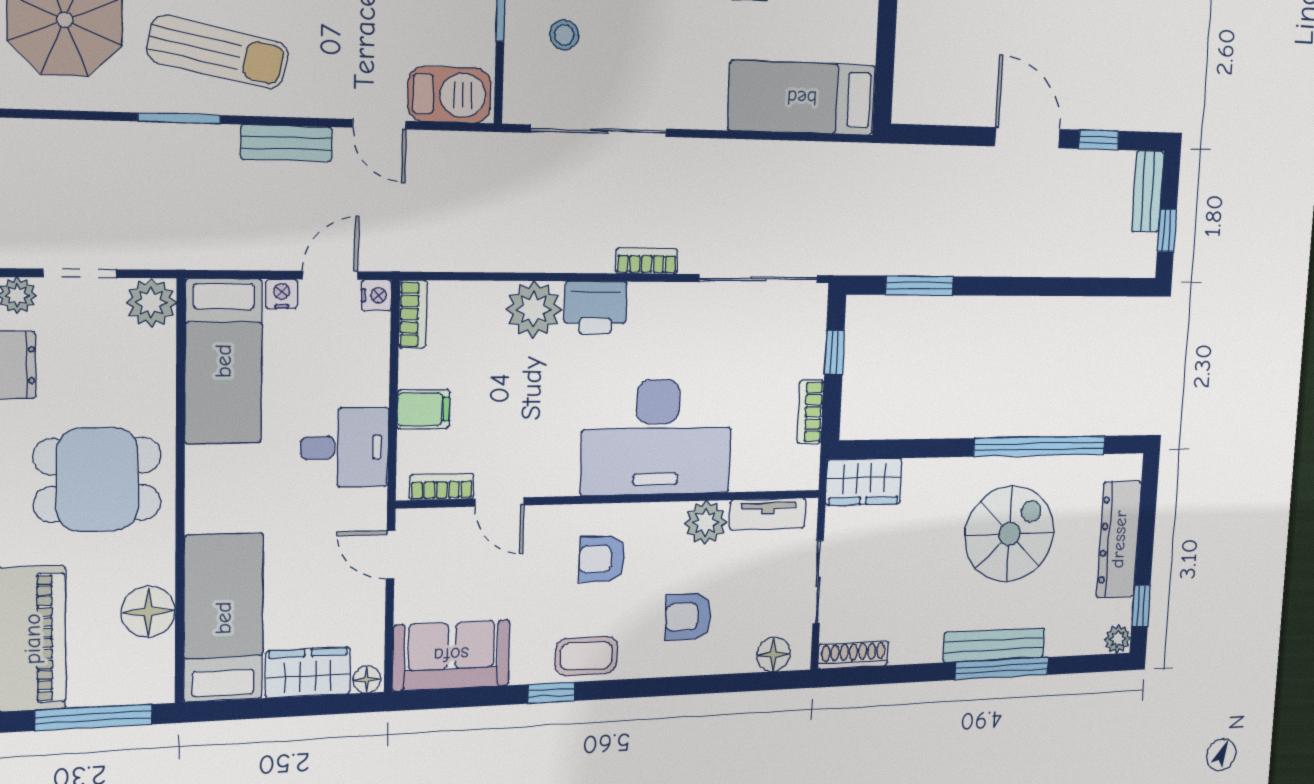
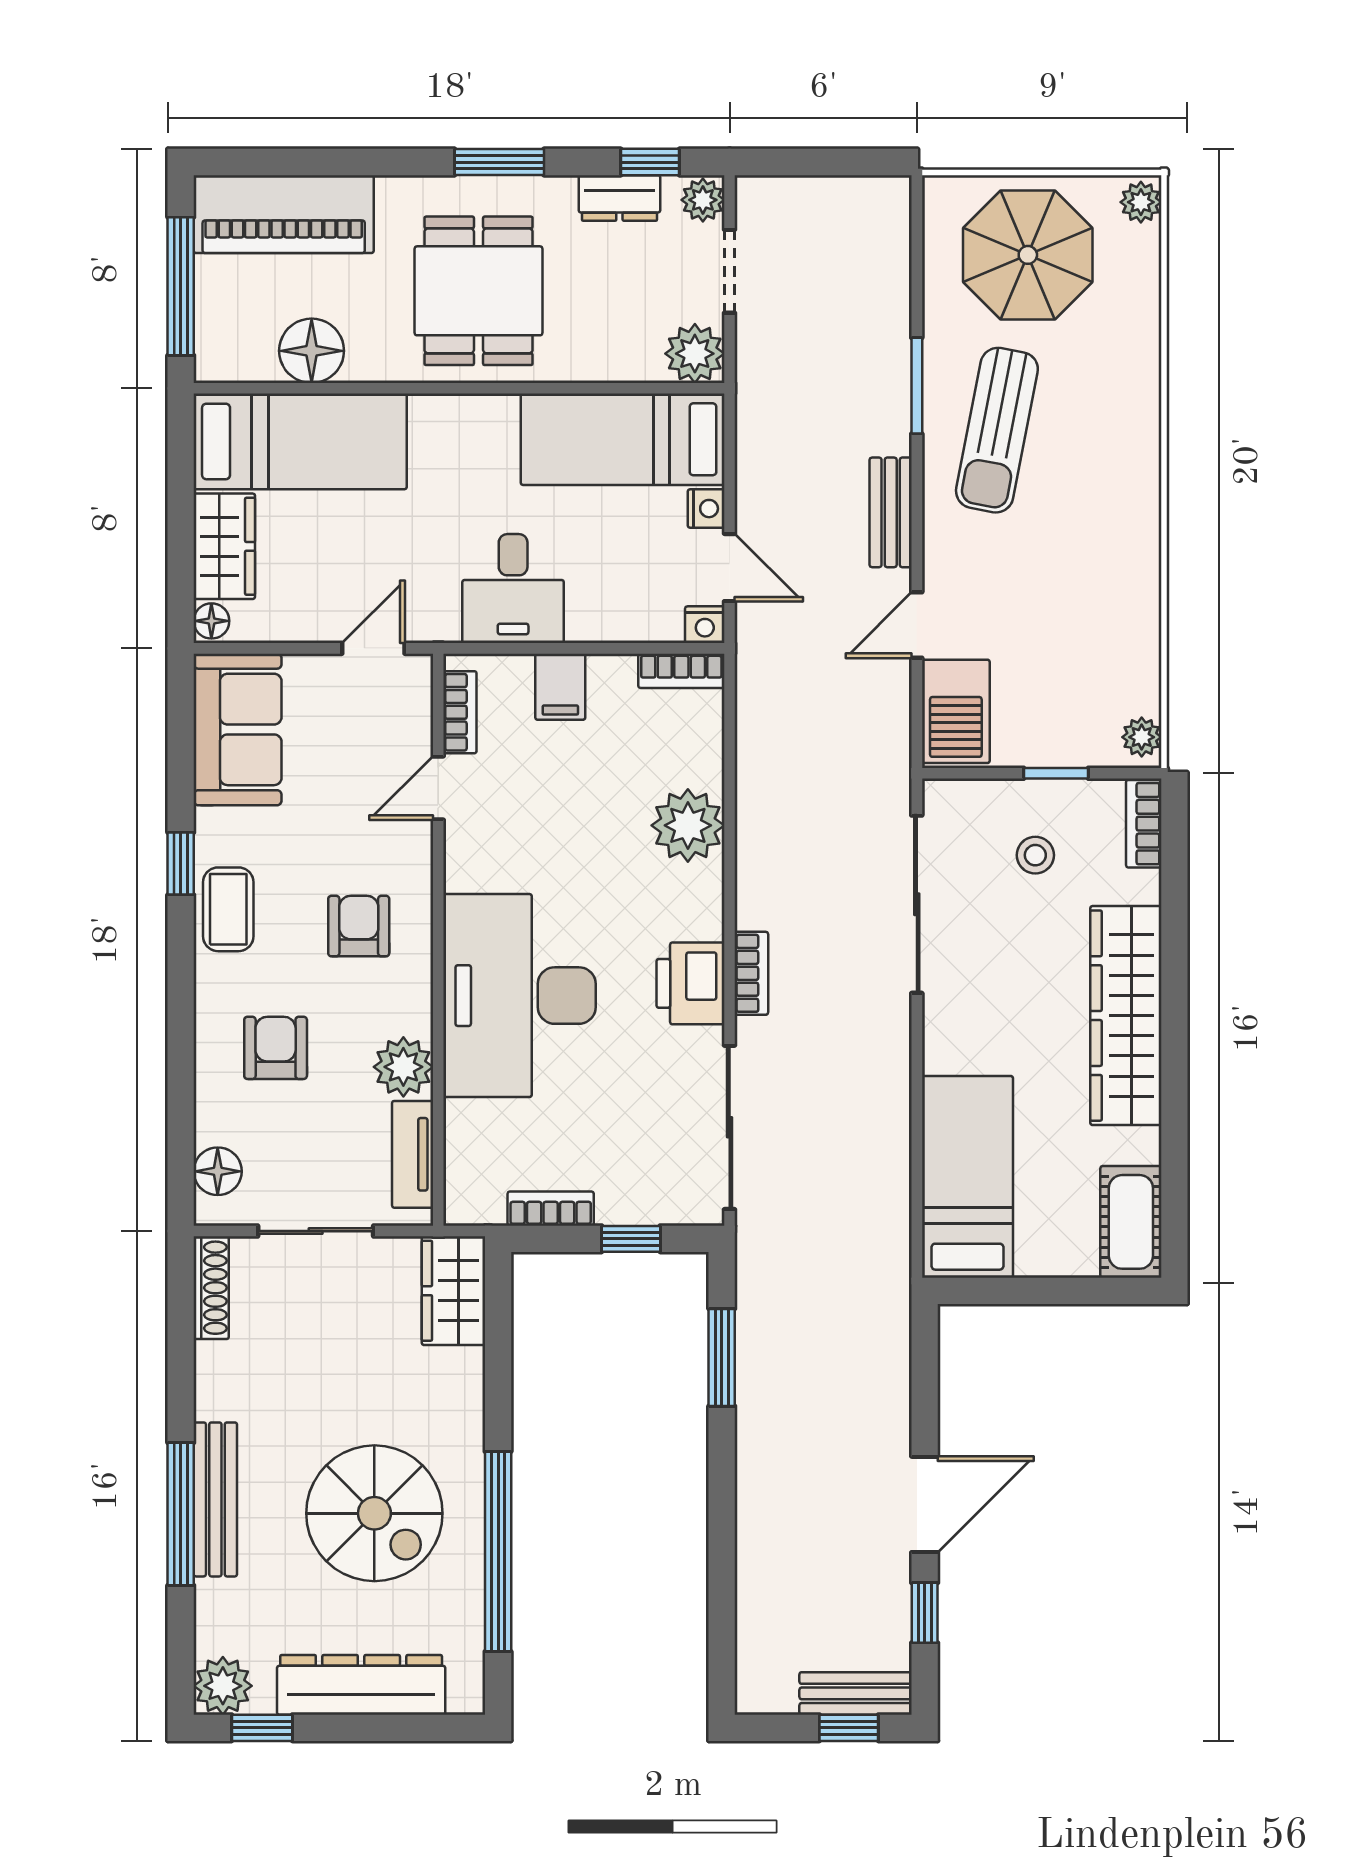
window: (1167, 231) -> (849, 1728), moved
printer: (596, 308) -> (690, 983), moved
plant: (1118, 639) -> (223, 1686), width x1.38, depth x1.38

